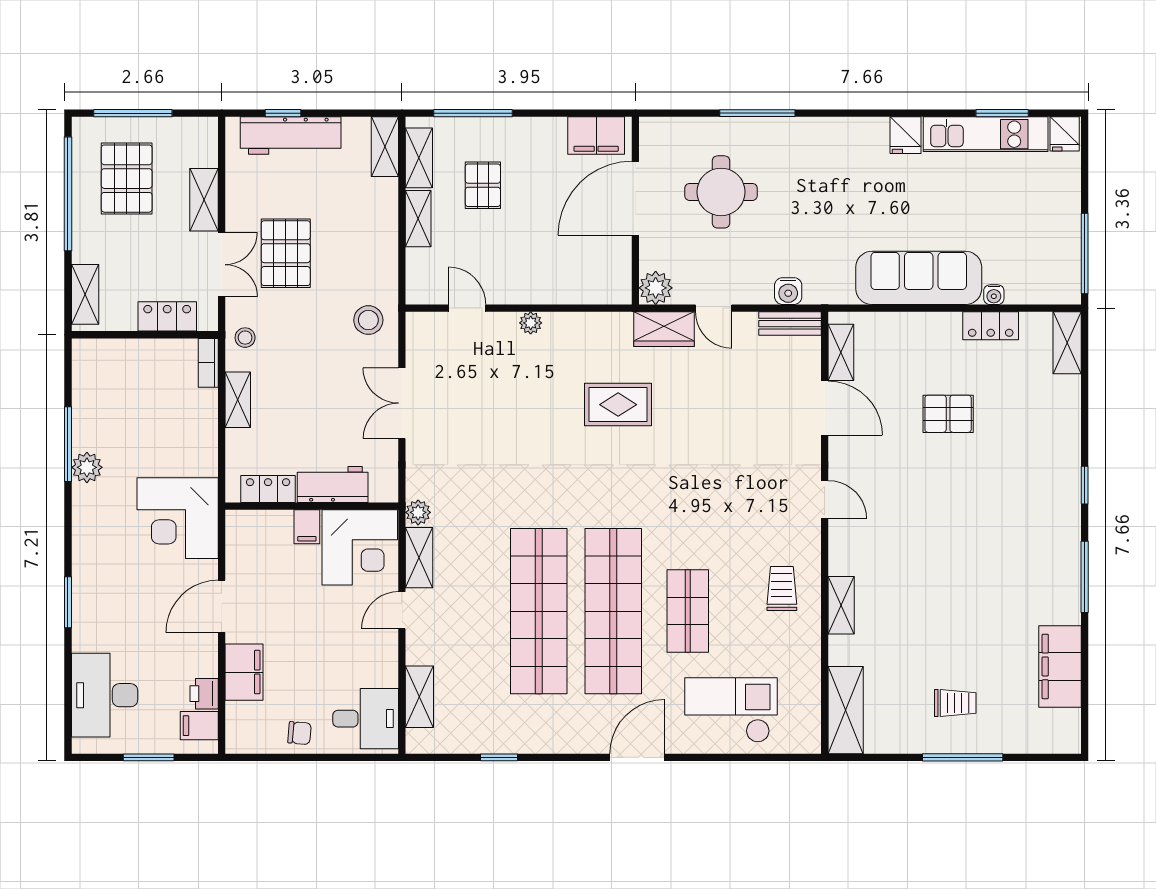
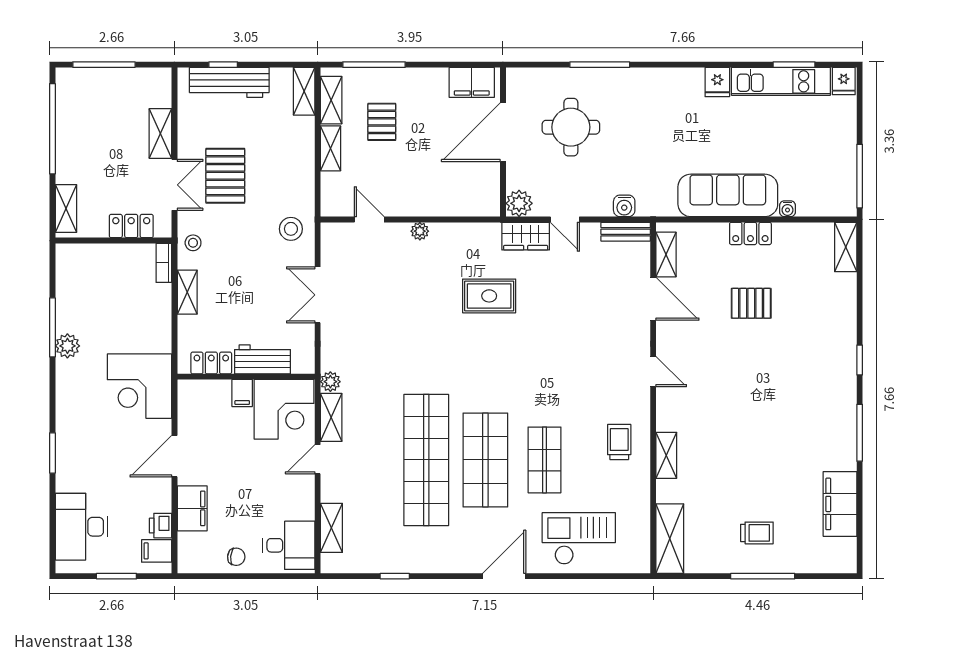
pallet: (127, 179) -> (99, 117), removed
locker: (991, 326) -> (750, 233), moved
shop shelf: (613, 611) -> (485, 460), width x0.71

